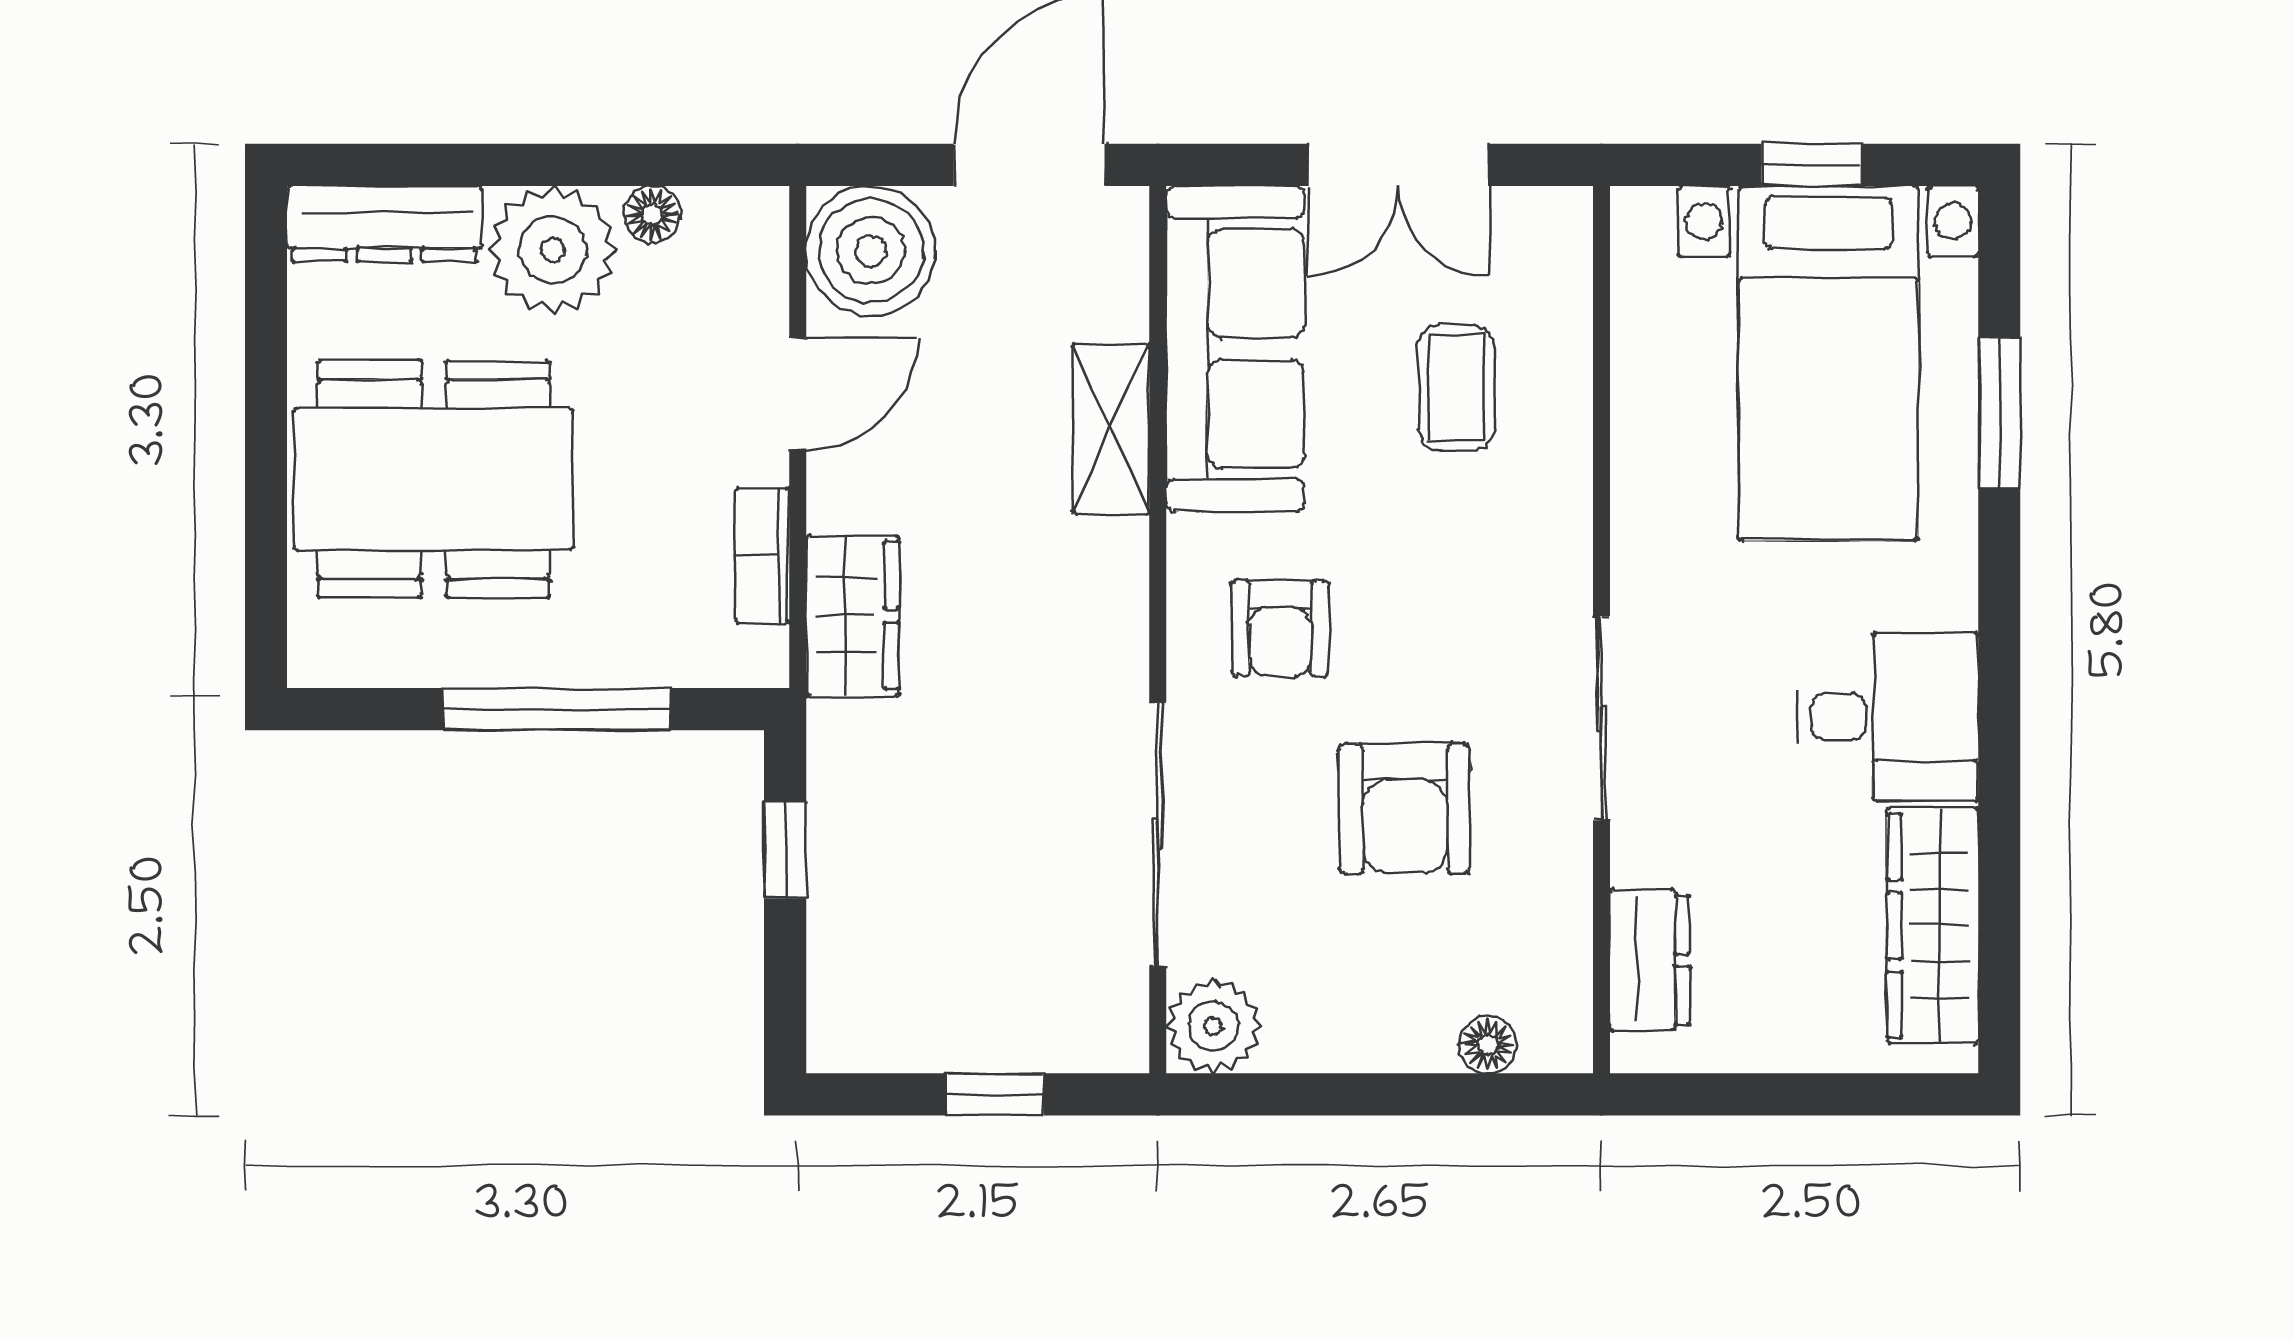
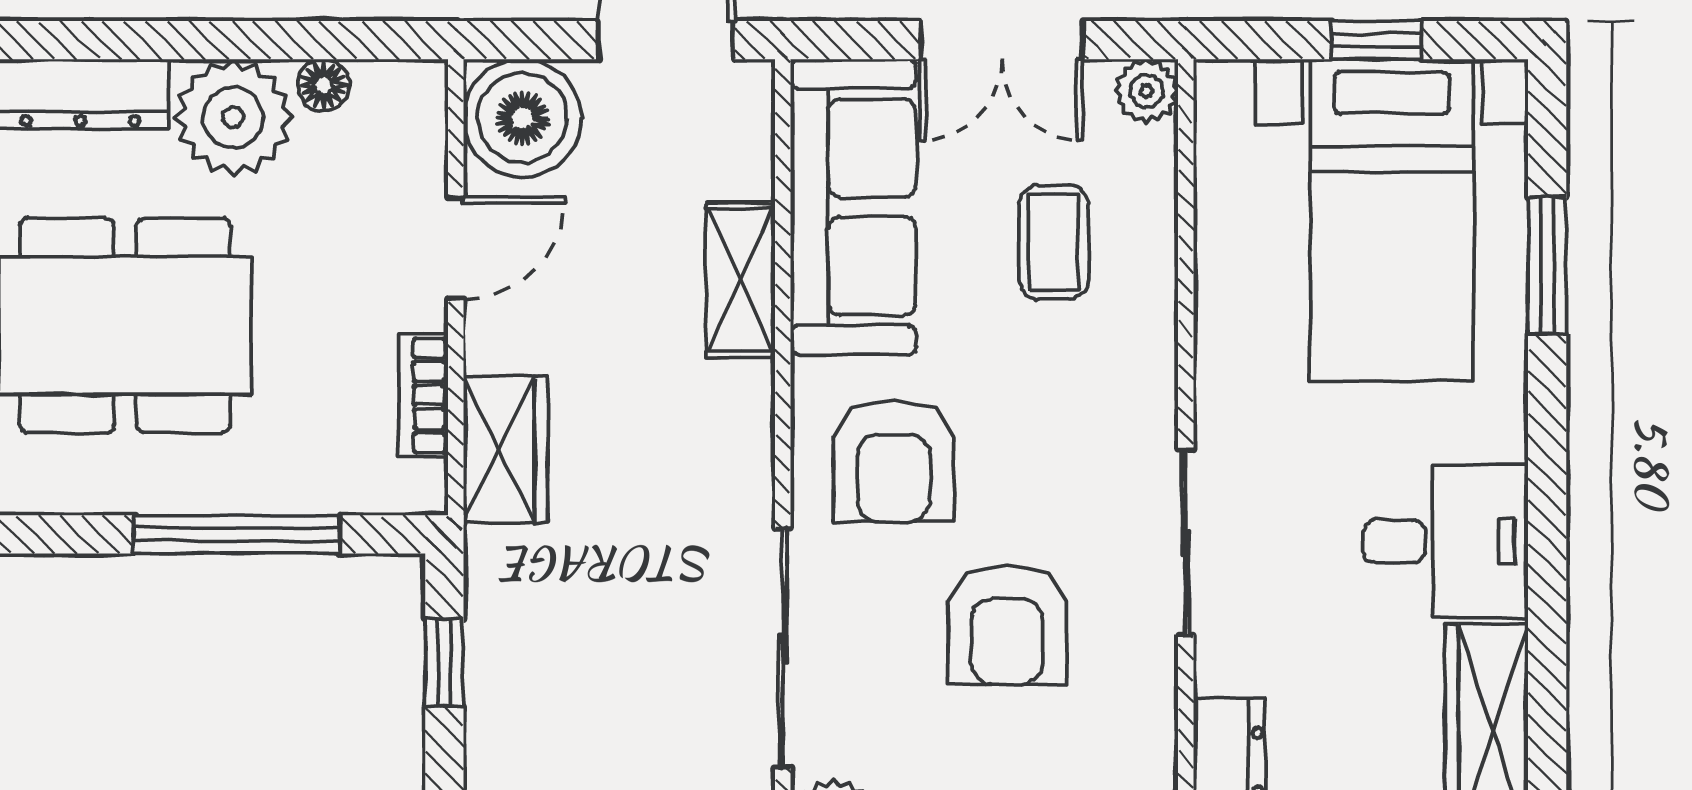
plant: (1558, 221) -> (1147, 91), added
armchair: (1280, 628) -> (894, 461), width x1.38, depth x1.38

